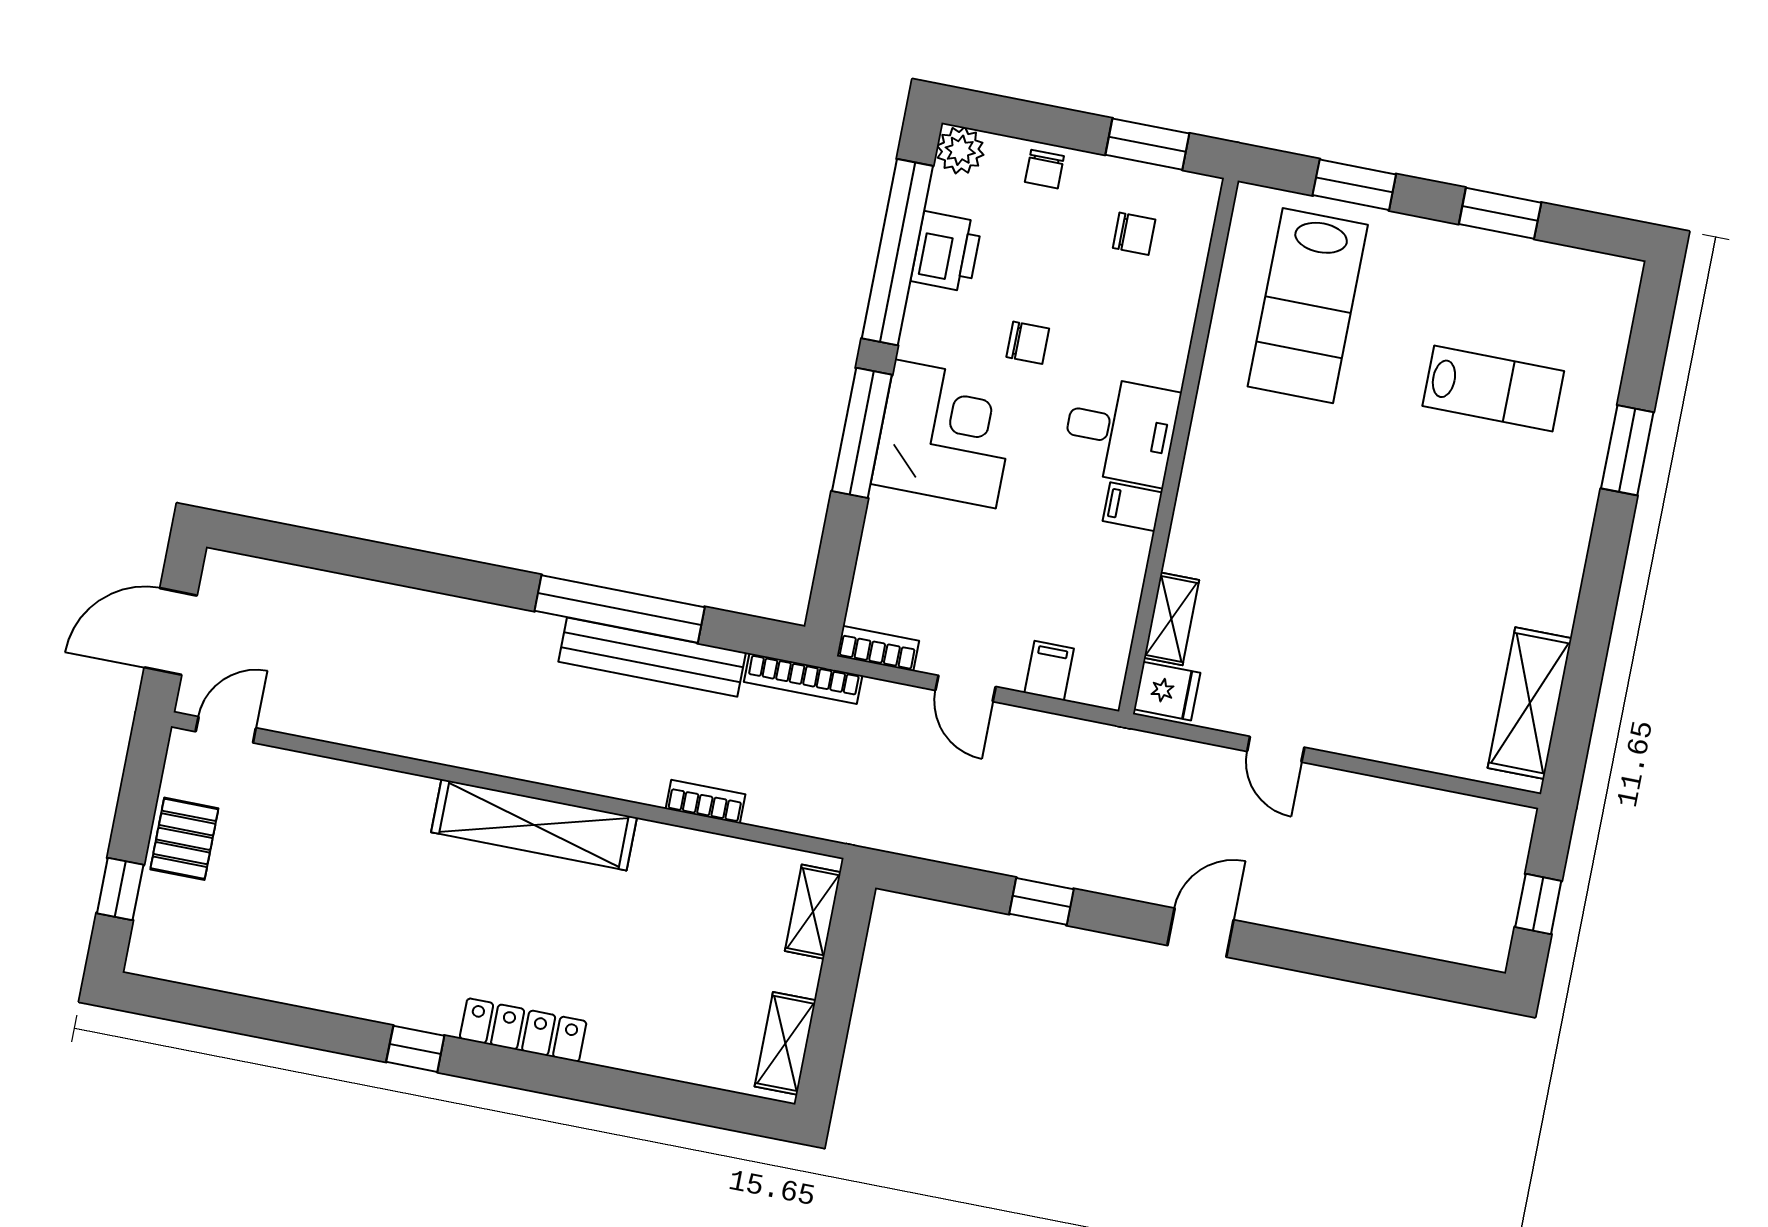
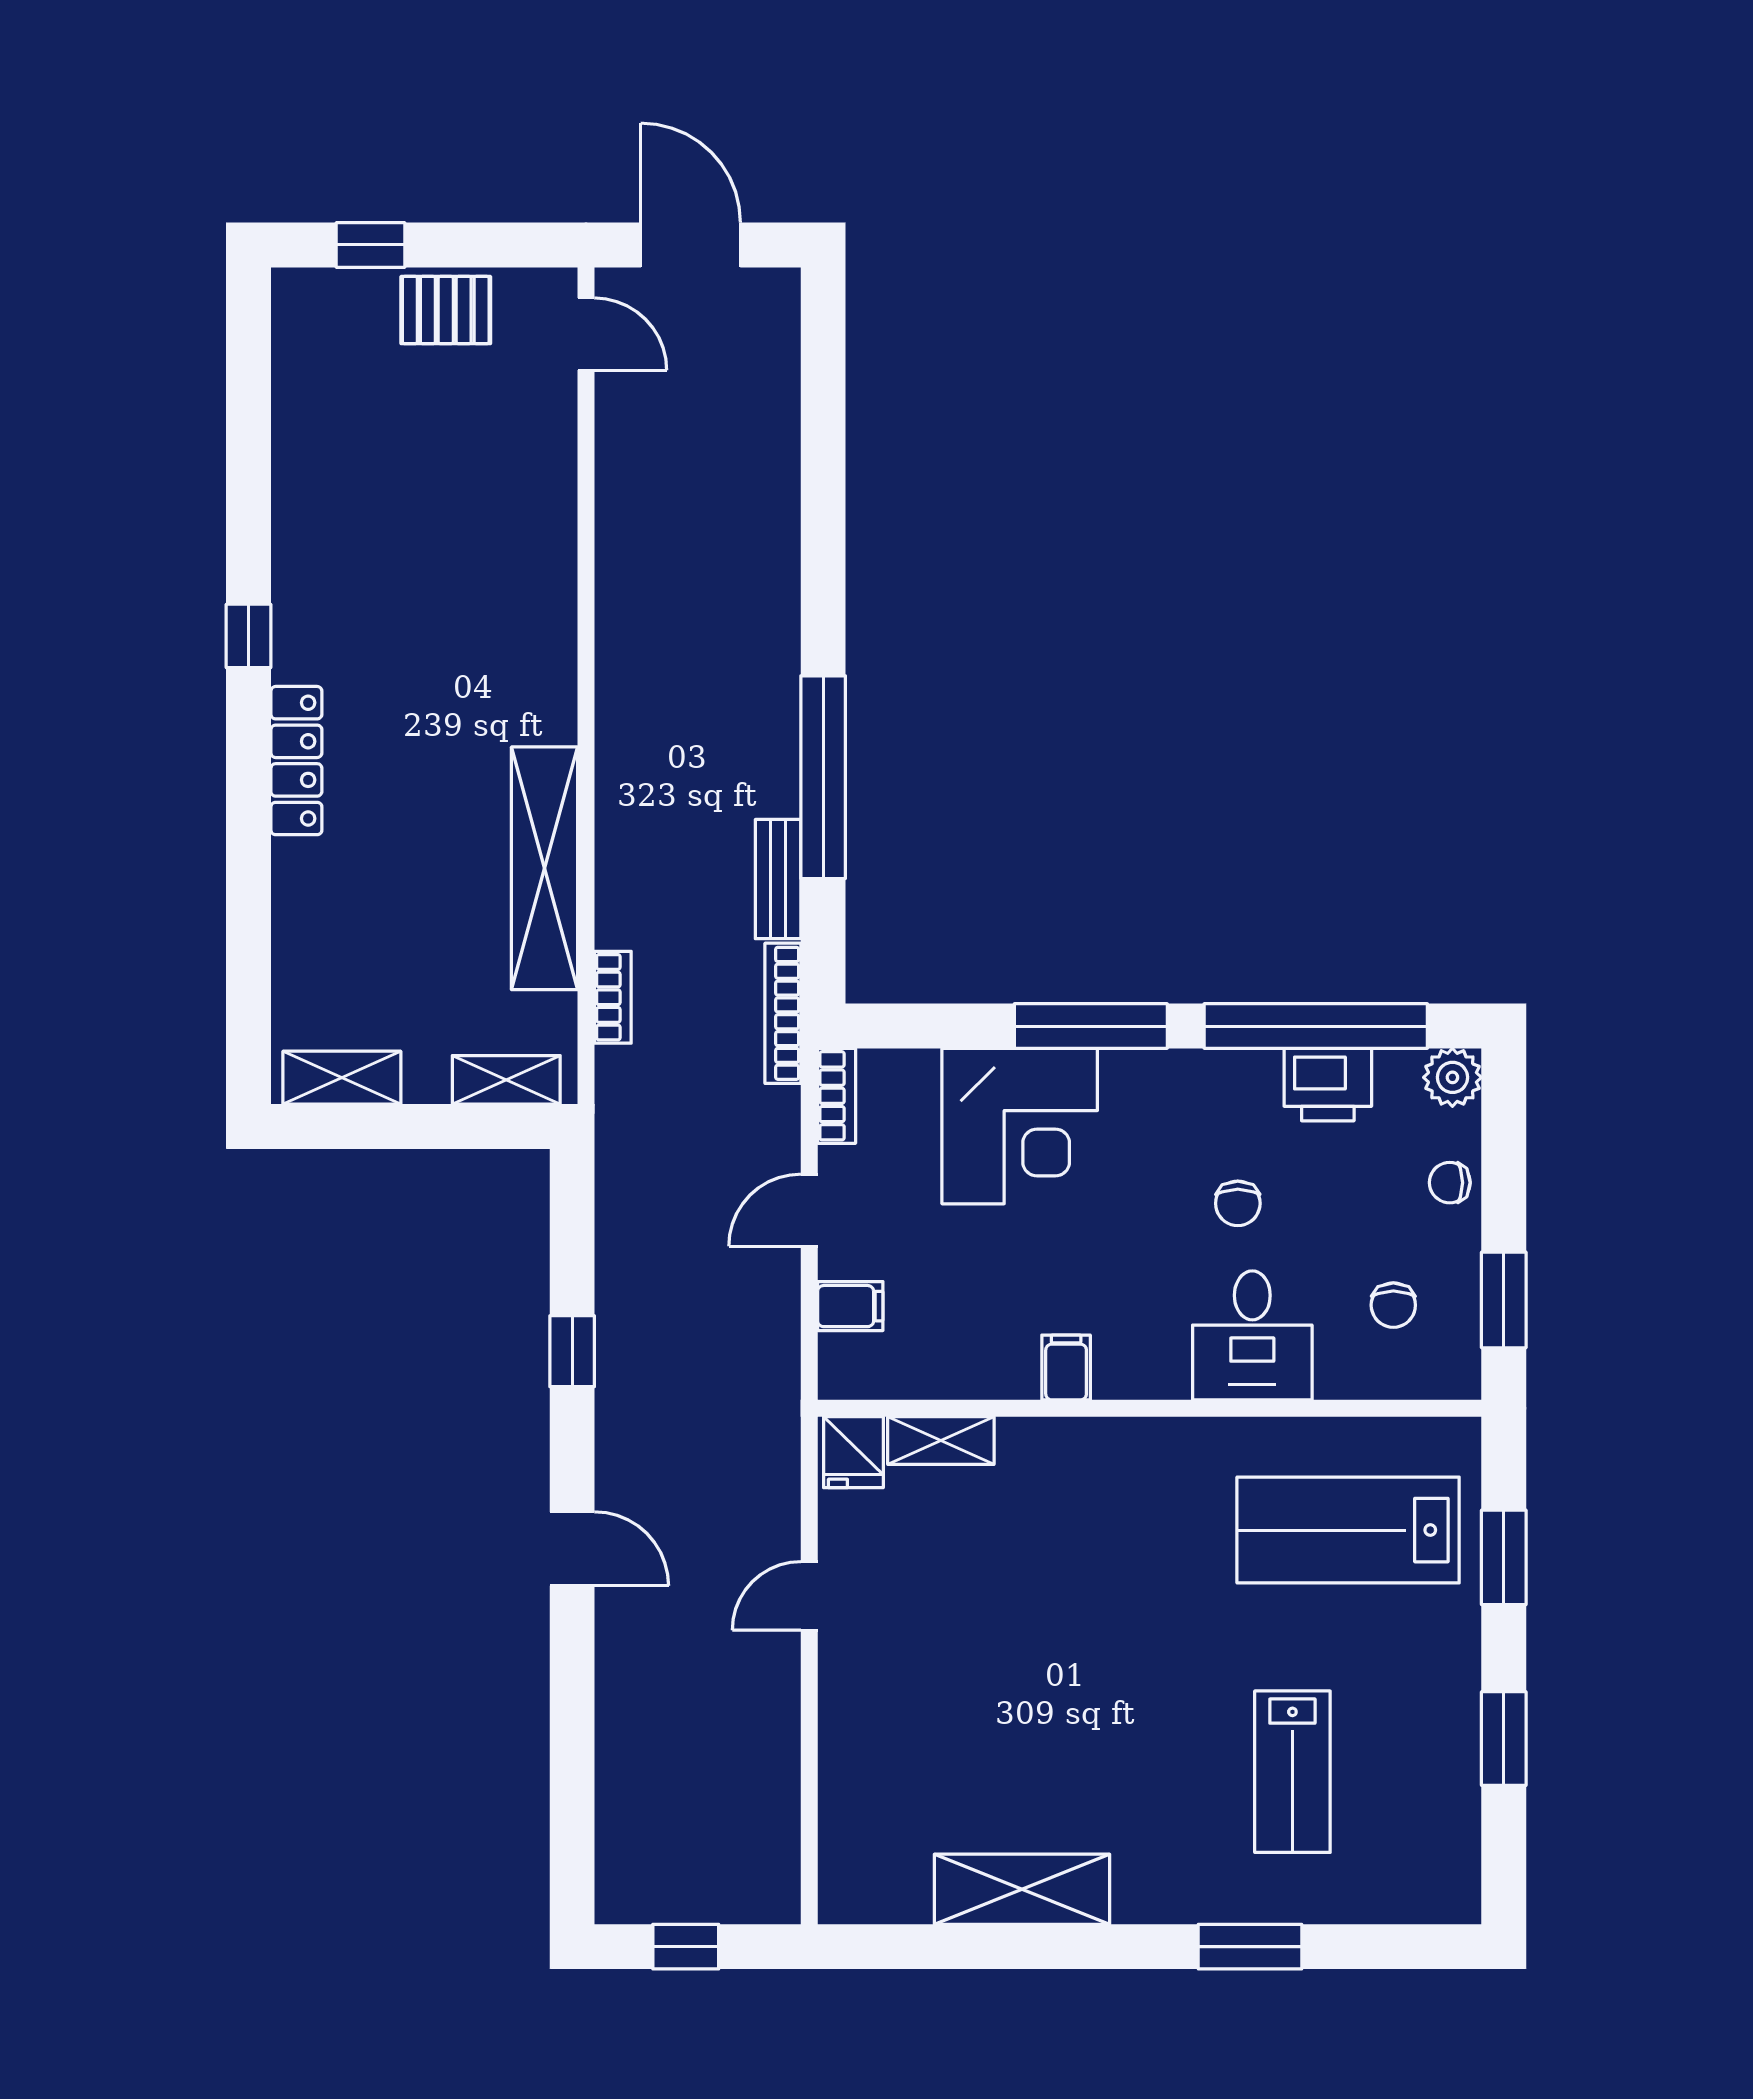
desk: (1121, 431) -> (1252, 1335), moved
corner desk: (945, 434) -> (1020, 1126), moved
bench: (652, 657) -> (778, 879), width x0.54, depth x0.82
shelving: (1530, 703) -> (1022, 1889), moved
bookcase: (705, 802) -> (613, 997), moved
shelving: (534, 825) -> (545, 868), moved

